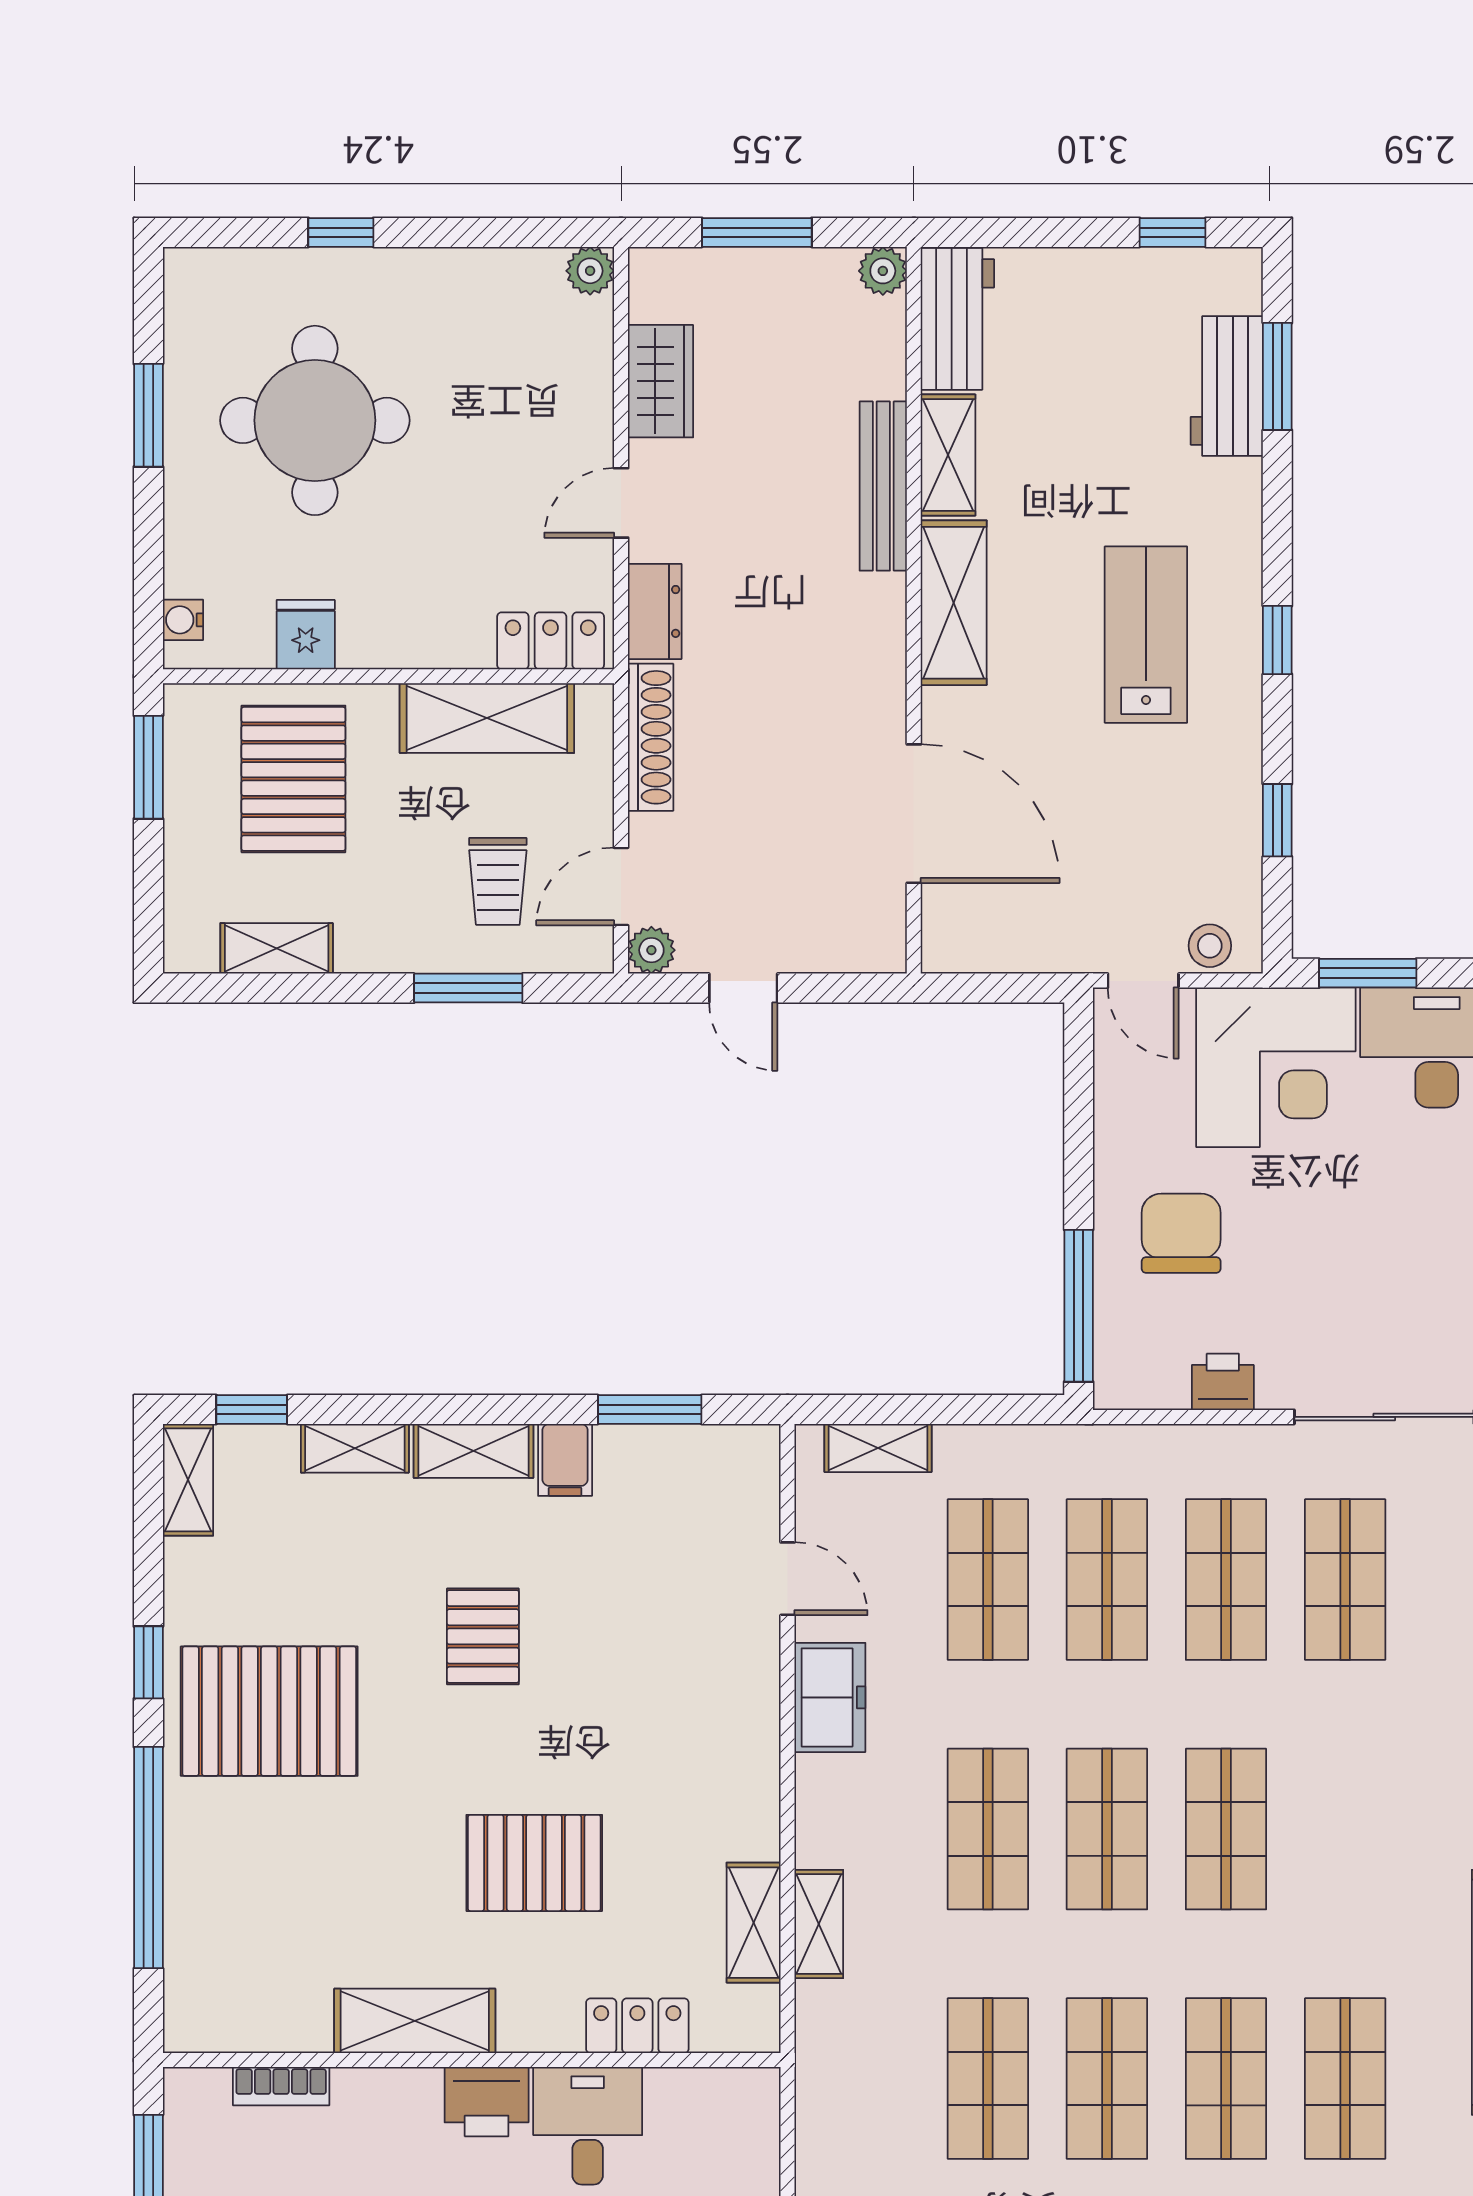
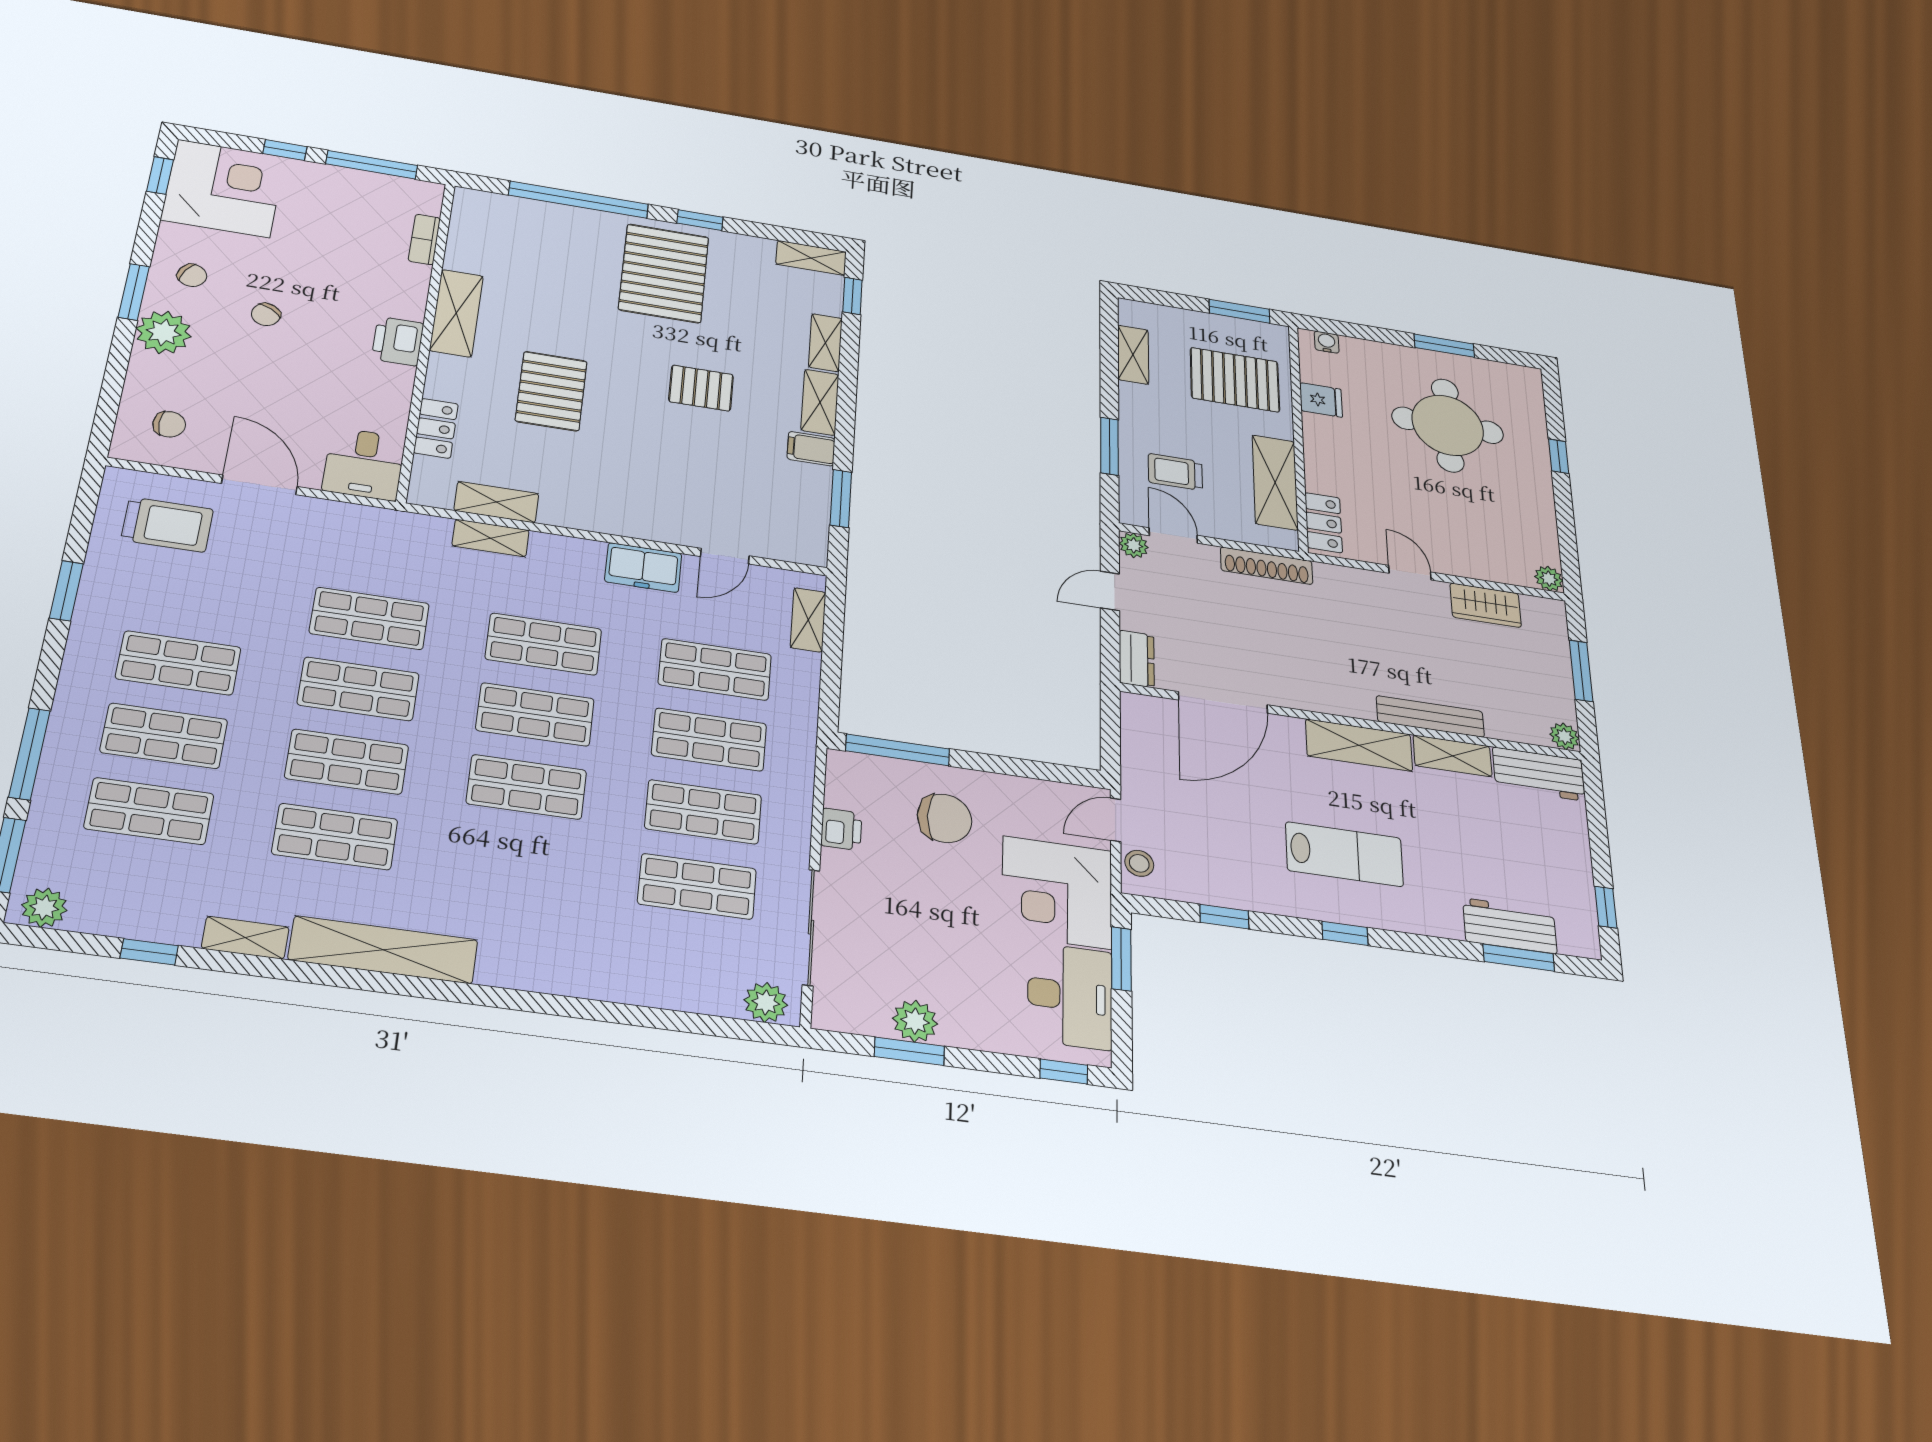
dresser: (655, 611) -> (1137, 659), moved, turned -90
desk: (588, 2126) -> (364, 464), moved, turned 90

